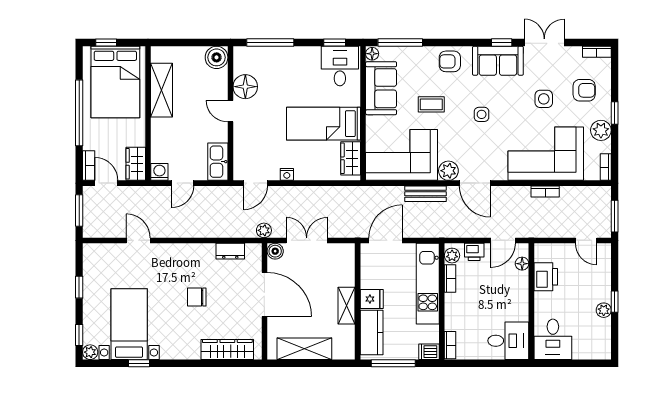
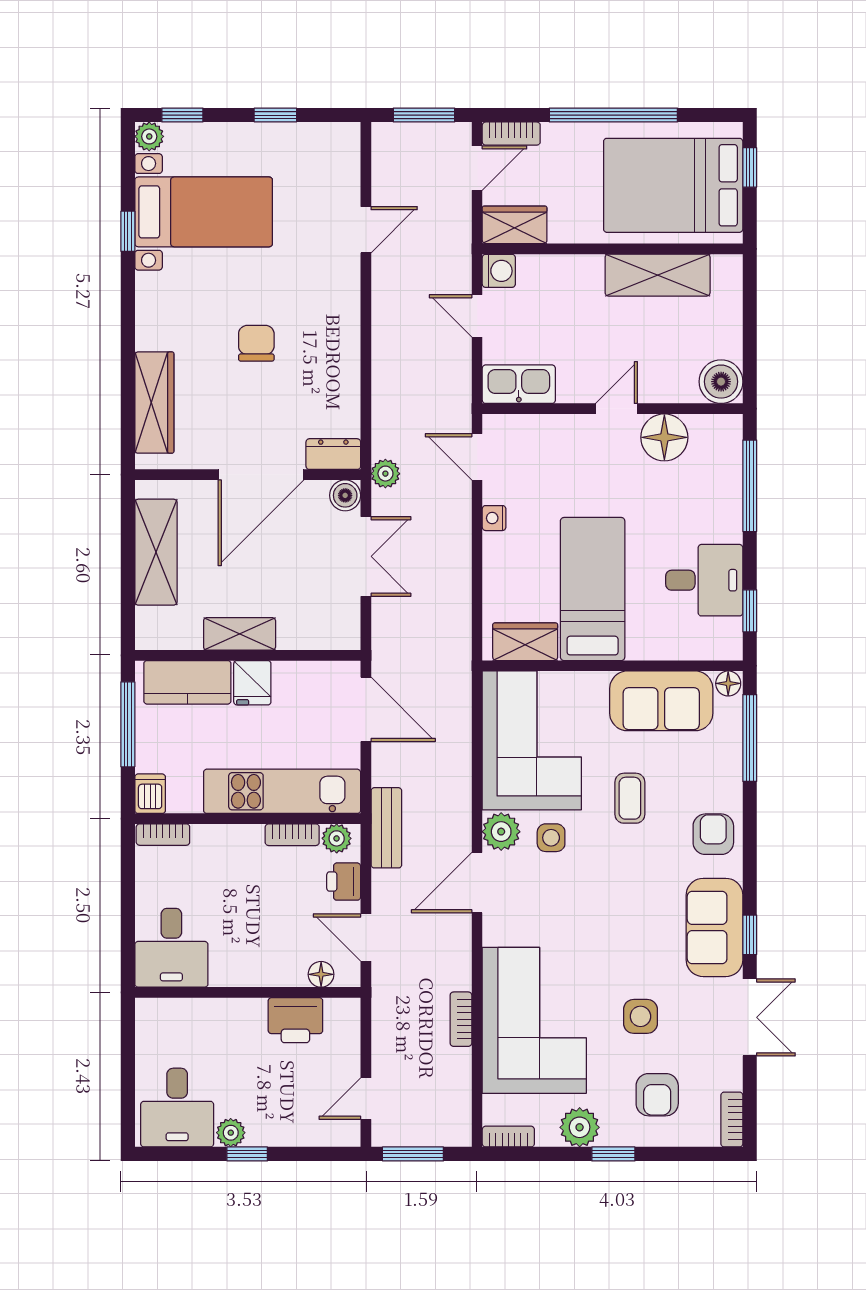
desk: (340, 66) -> (704, 580), moved
side table: (482, 114) -> (551, 838), moved
bench: (426, 194) -> (386, 828), moved
dresser: (230, 251) -> (333, 454), moved, turned 90
desk: (553, 339) -> (177, 1108), moved, turned -90

